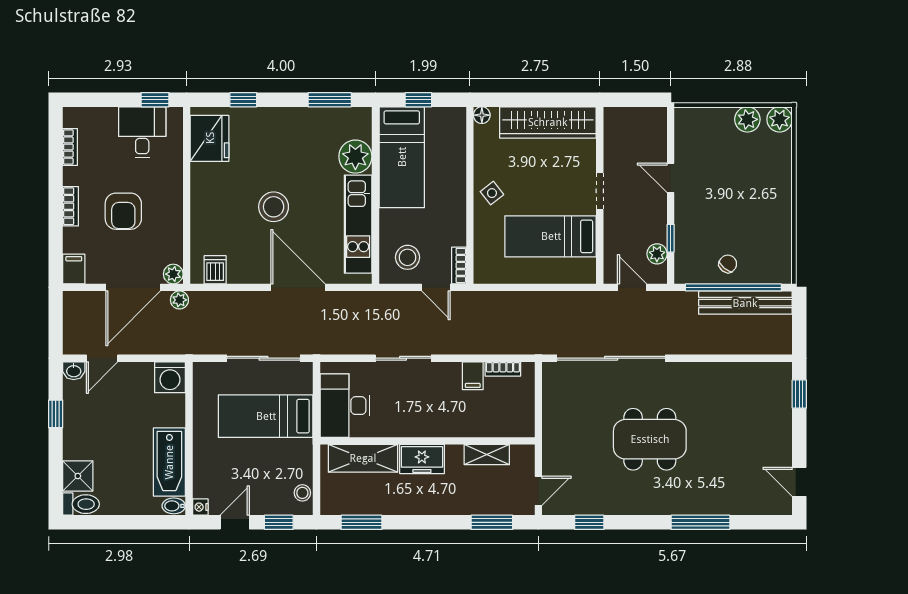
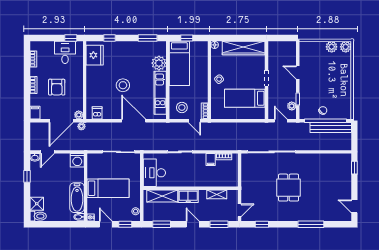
bed: (266, 416) -> (108, 188), moved, turned 180
dining table: (650, 439) -> (289, 188), width x0.73
door: (235, 522) -> (106, 224), hinge flipped
door: (432, 522) -> (193, 224), added

